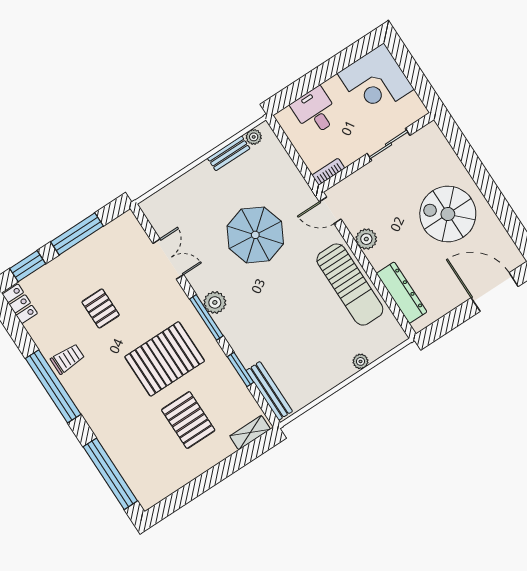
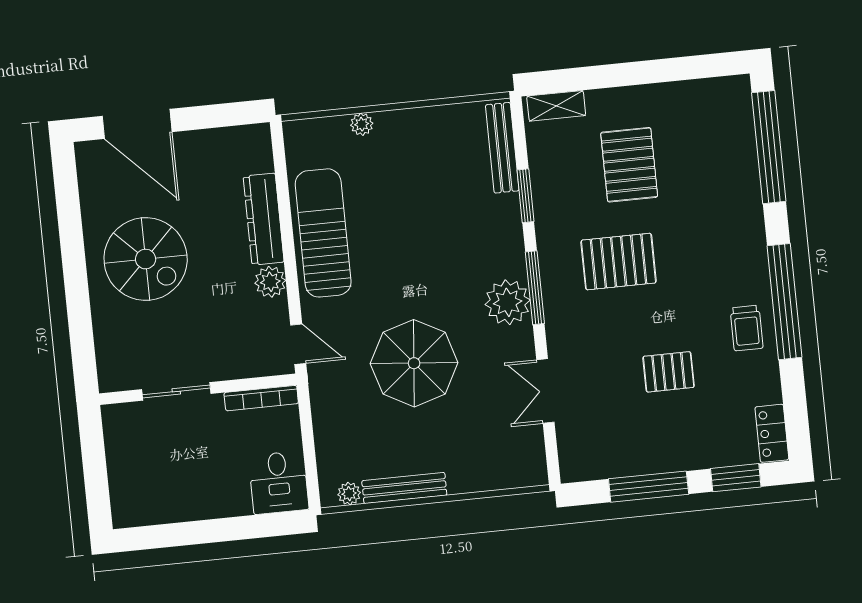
corner desk: (376, 81) -> (150, 484), removed
desk: (315, 111) -> (279, 482), moved
bench: (229, 153) -> (404, 488), width x1.36
bookcase: (328, 172) -> (261, 398), width x1.56
dresser: (402, 293) -> (264, 219), moved
plant: (215, 302) -> (508, 302), width x1.36, depth x1.36
pallet: (101, 308) -> (669, 372), turned 90
trolley: (68, 359) -> (747, 328), turned -90
pallet: (165, 359) -> (619, 262), width x0.73, depth x0.71

